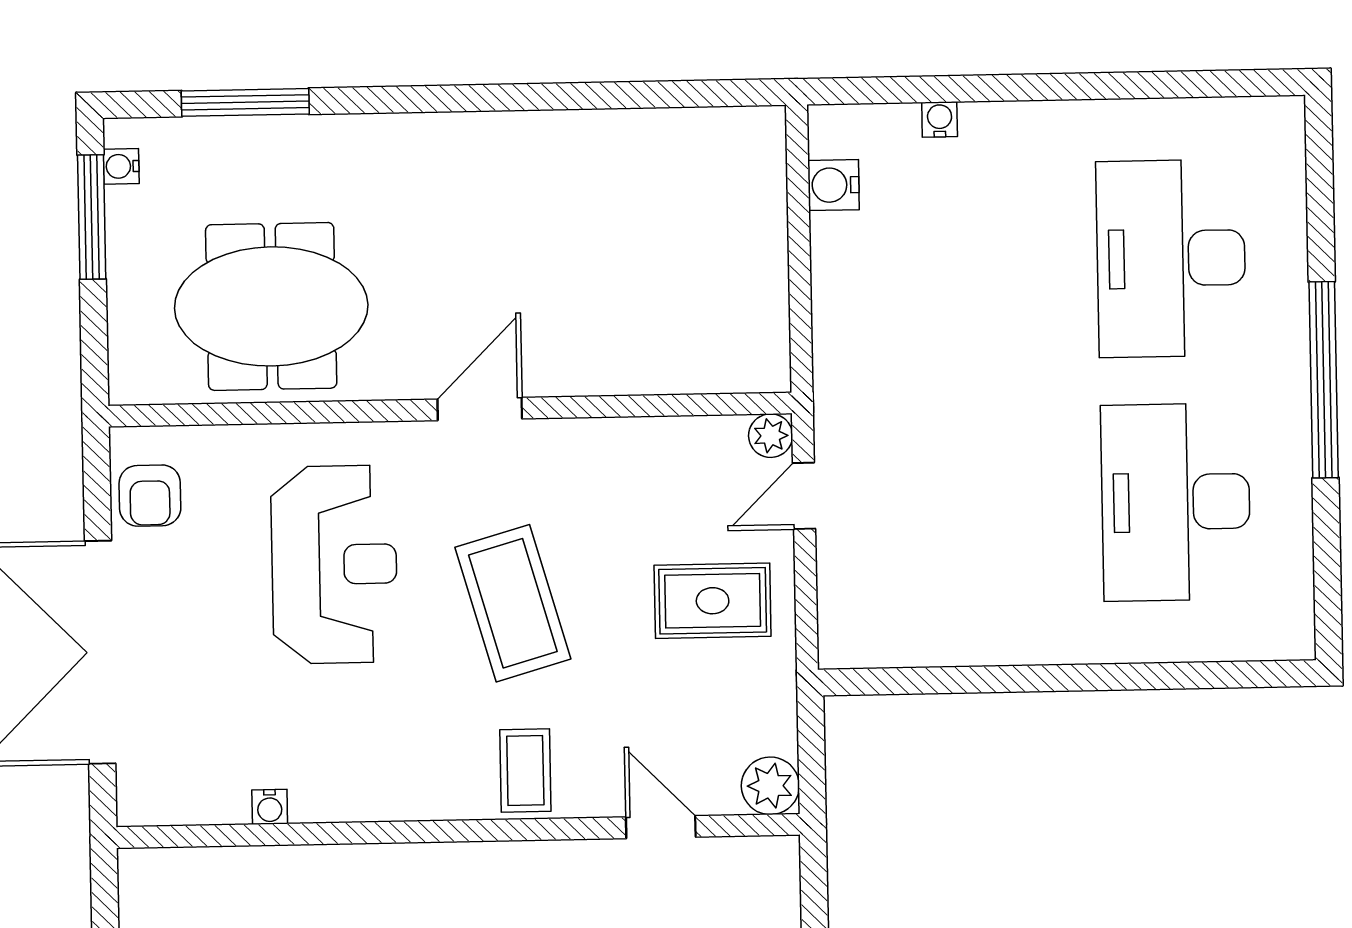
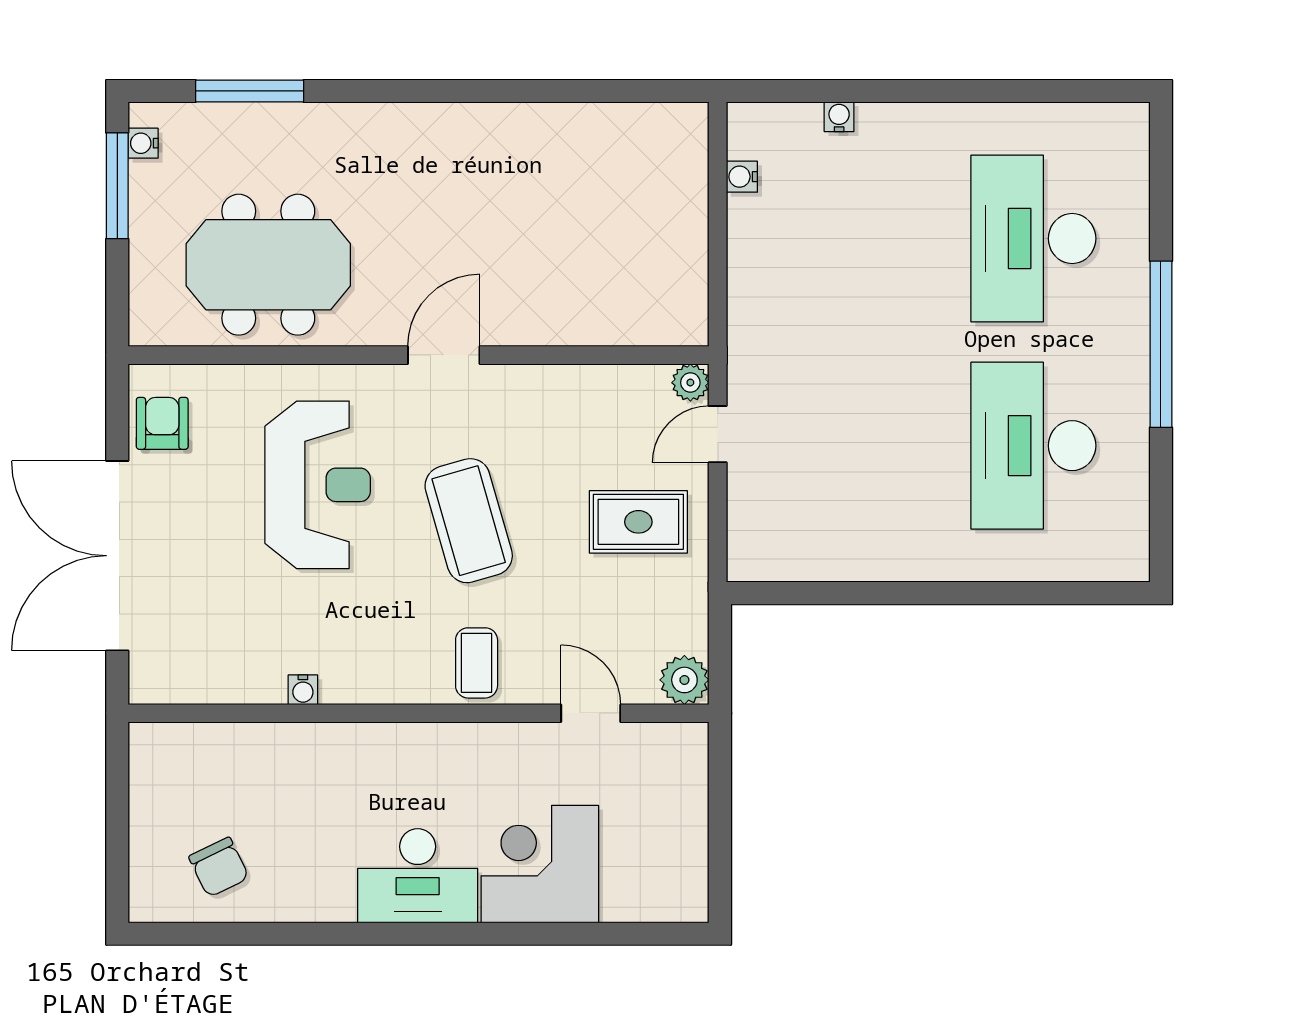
water cooler: (834, 185) -> (742, 177), width x0.72, depth x0.72
armchair: (150, 496) -> (162, 423), turned 180
water cooler: (270, 807) -> (303, 690), moved

